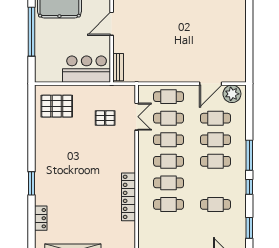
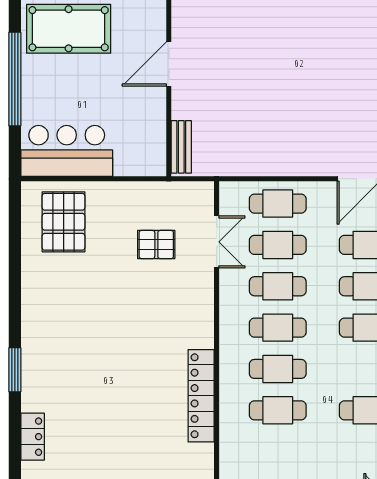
bar counter: (87, 69) -> (67, 151), moved
pallet: (57, 106) -> (64, 222), turned 90

